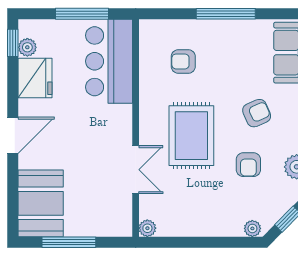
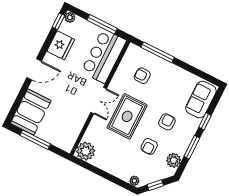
window: (226, 14) -> (158, 52), moved
plant: (27, 47) -> (70, 17), moved
armchair: (257, 113) -> (167, 122), turned -66
double door: (136, 170) -> (99, 101), moved
plant: (147, 228) -> (86, 151), width x1.88, depth x1.88

